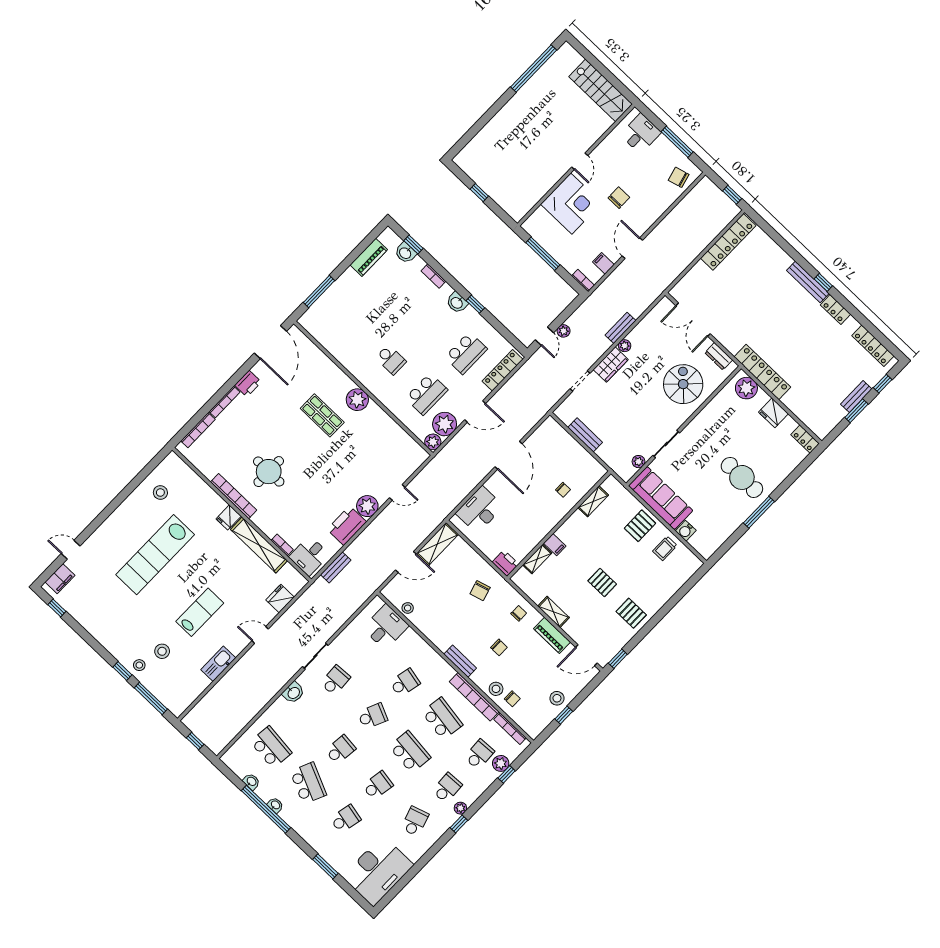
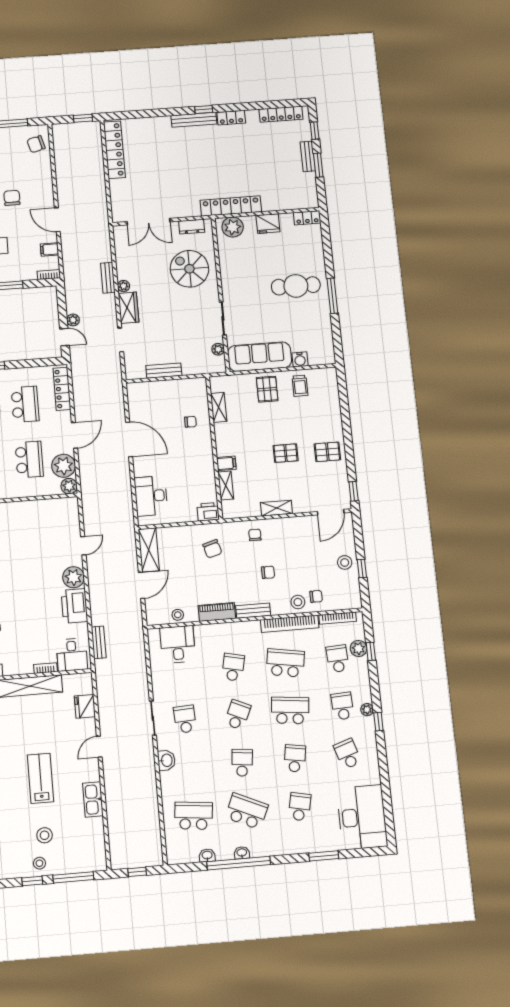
piano: (552, 635) -> (217, 612), moved, turned 180

